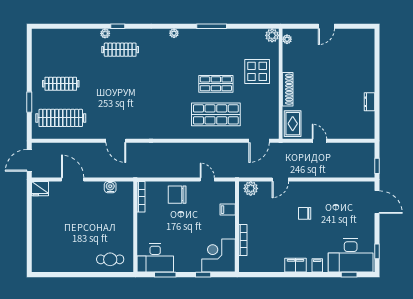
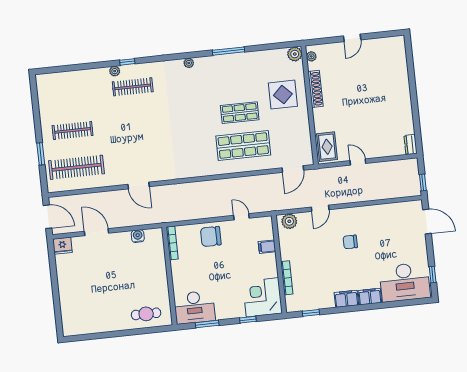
shoe rack: (288, 89) -> (315, 89), moved
dresser: (369, 102) -> (411, 145), moved
door: (29, 160) -> (47, 217), swing flipped
filing cabinet: (317, 265) -> (370, 297), width x2.00
window: (349, 275) -> (311, 313), moved

